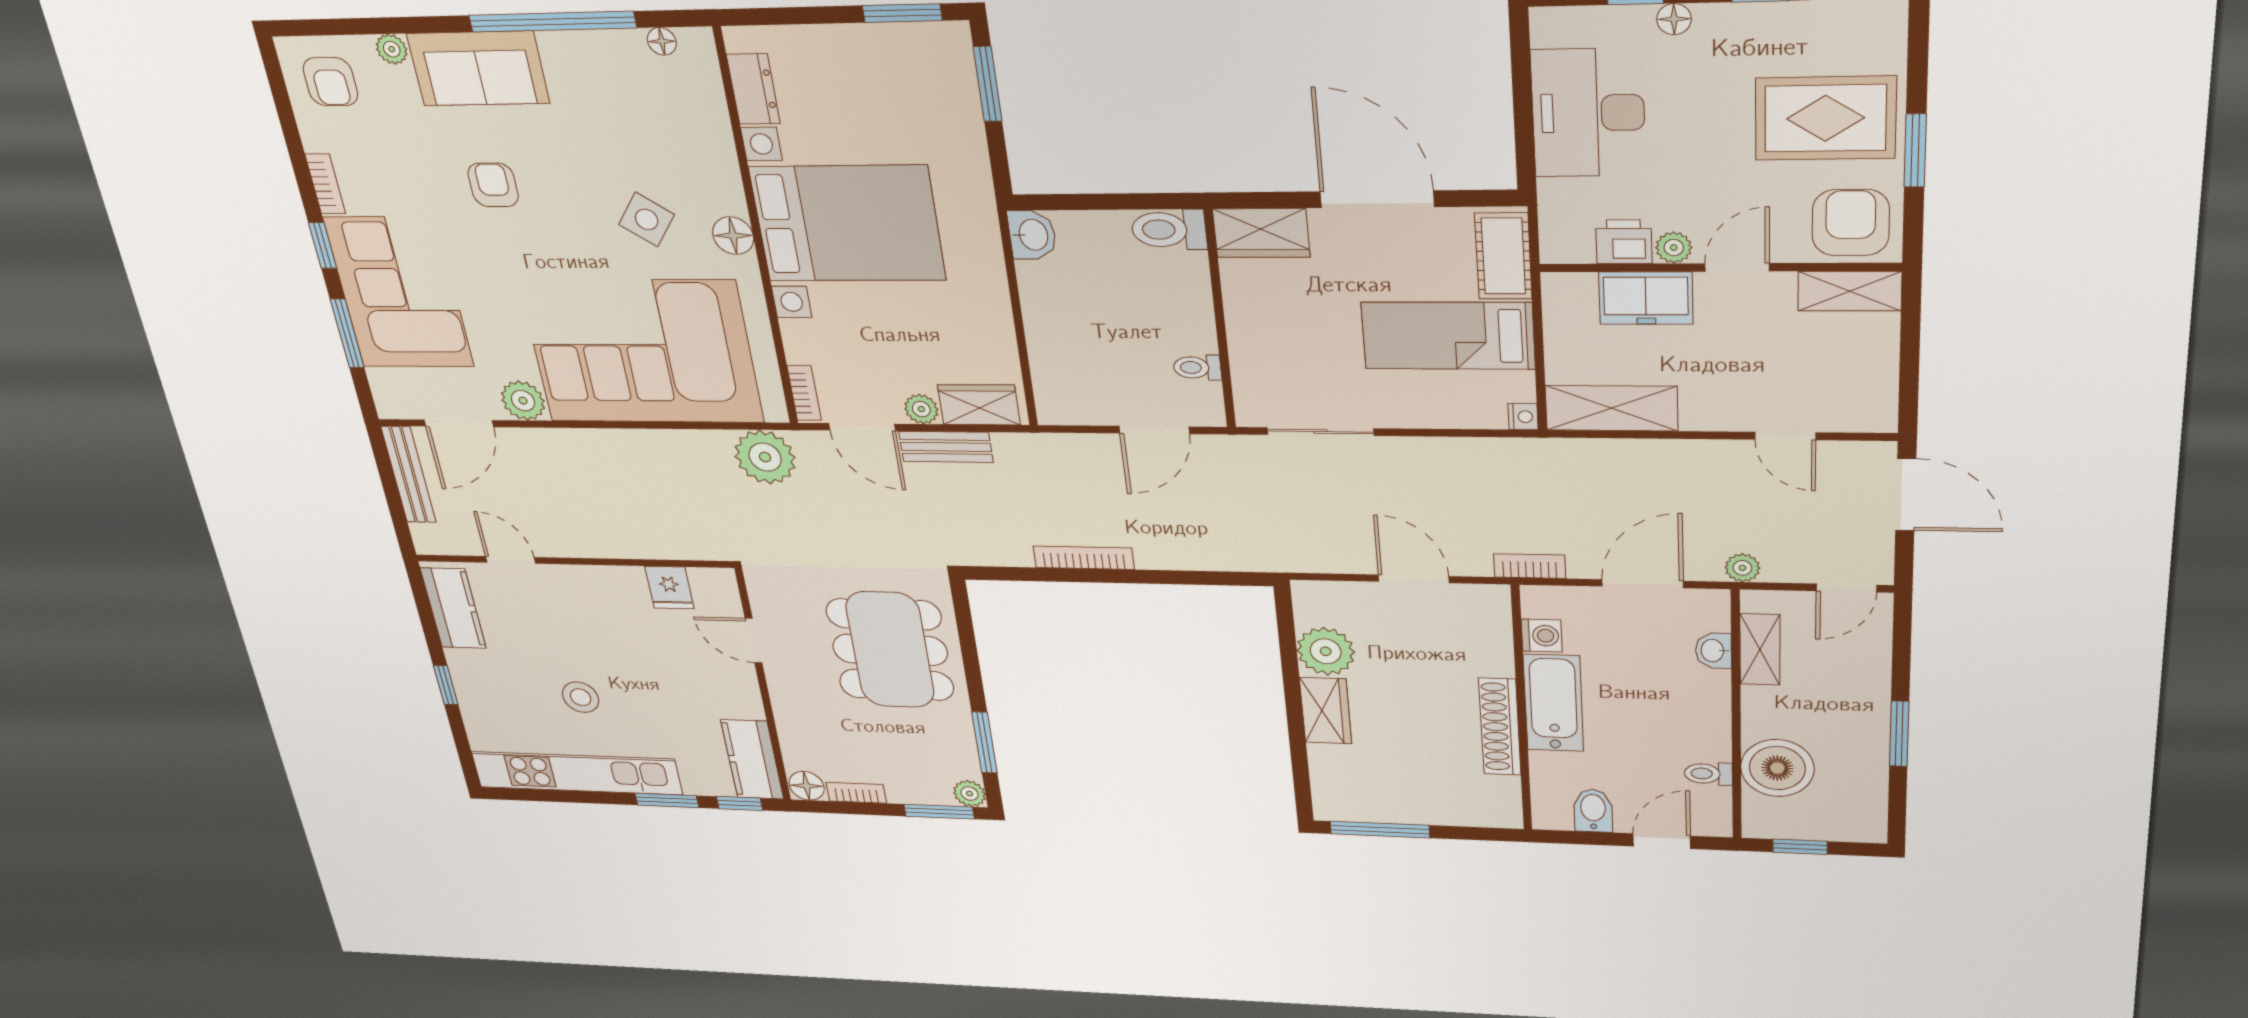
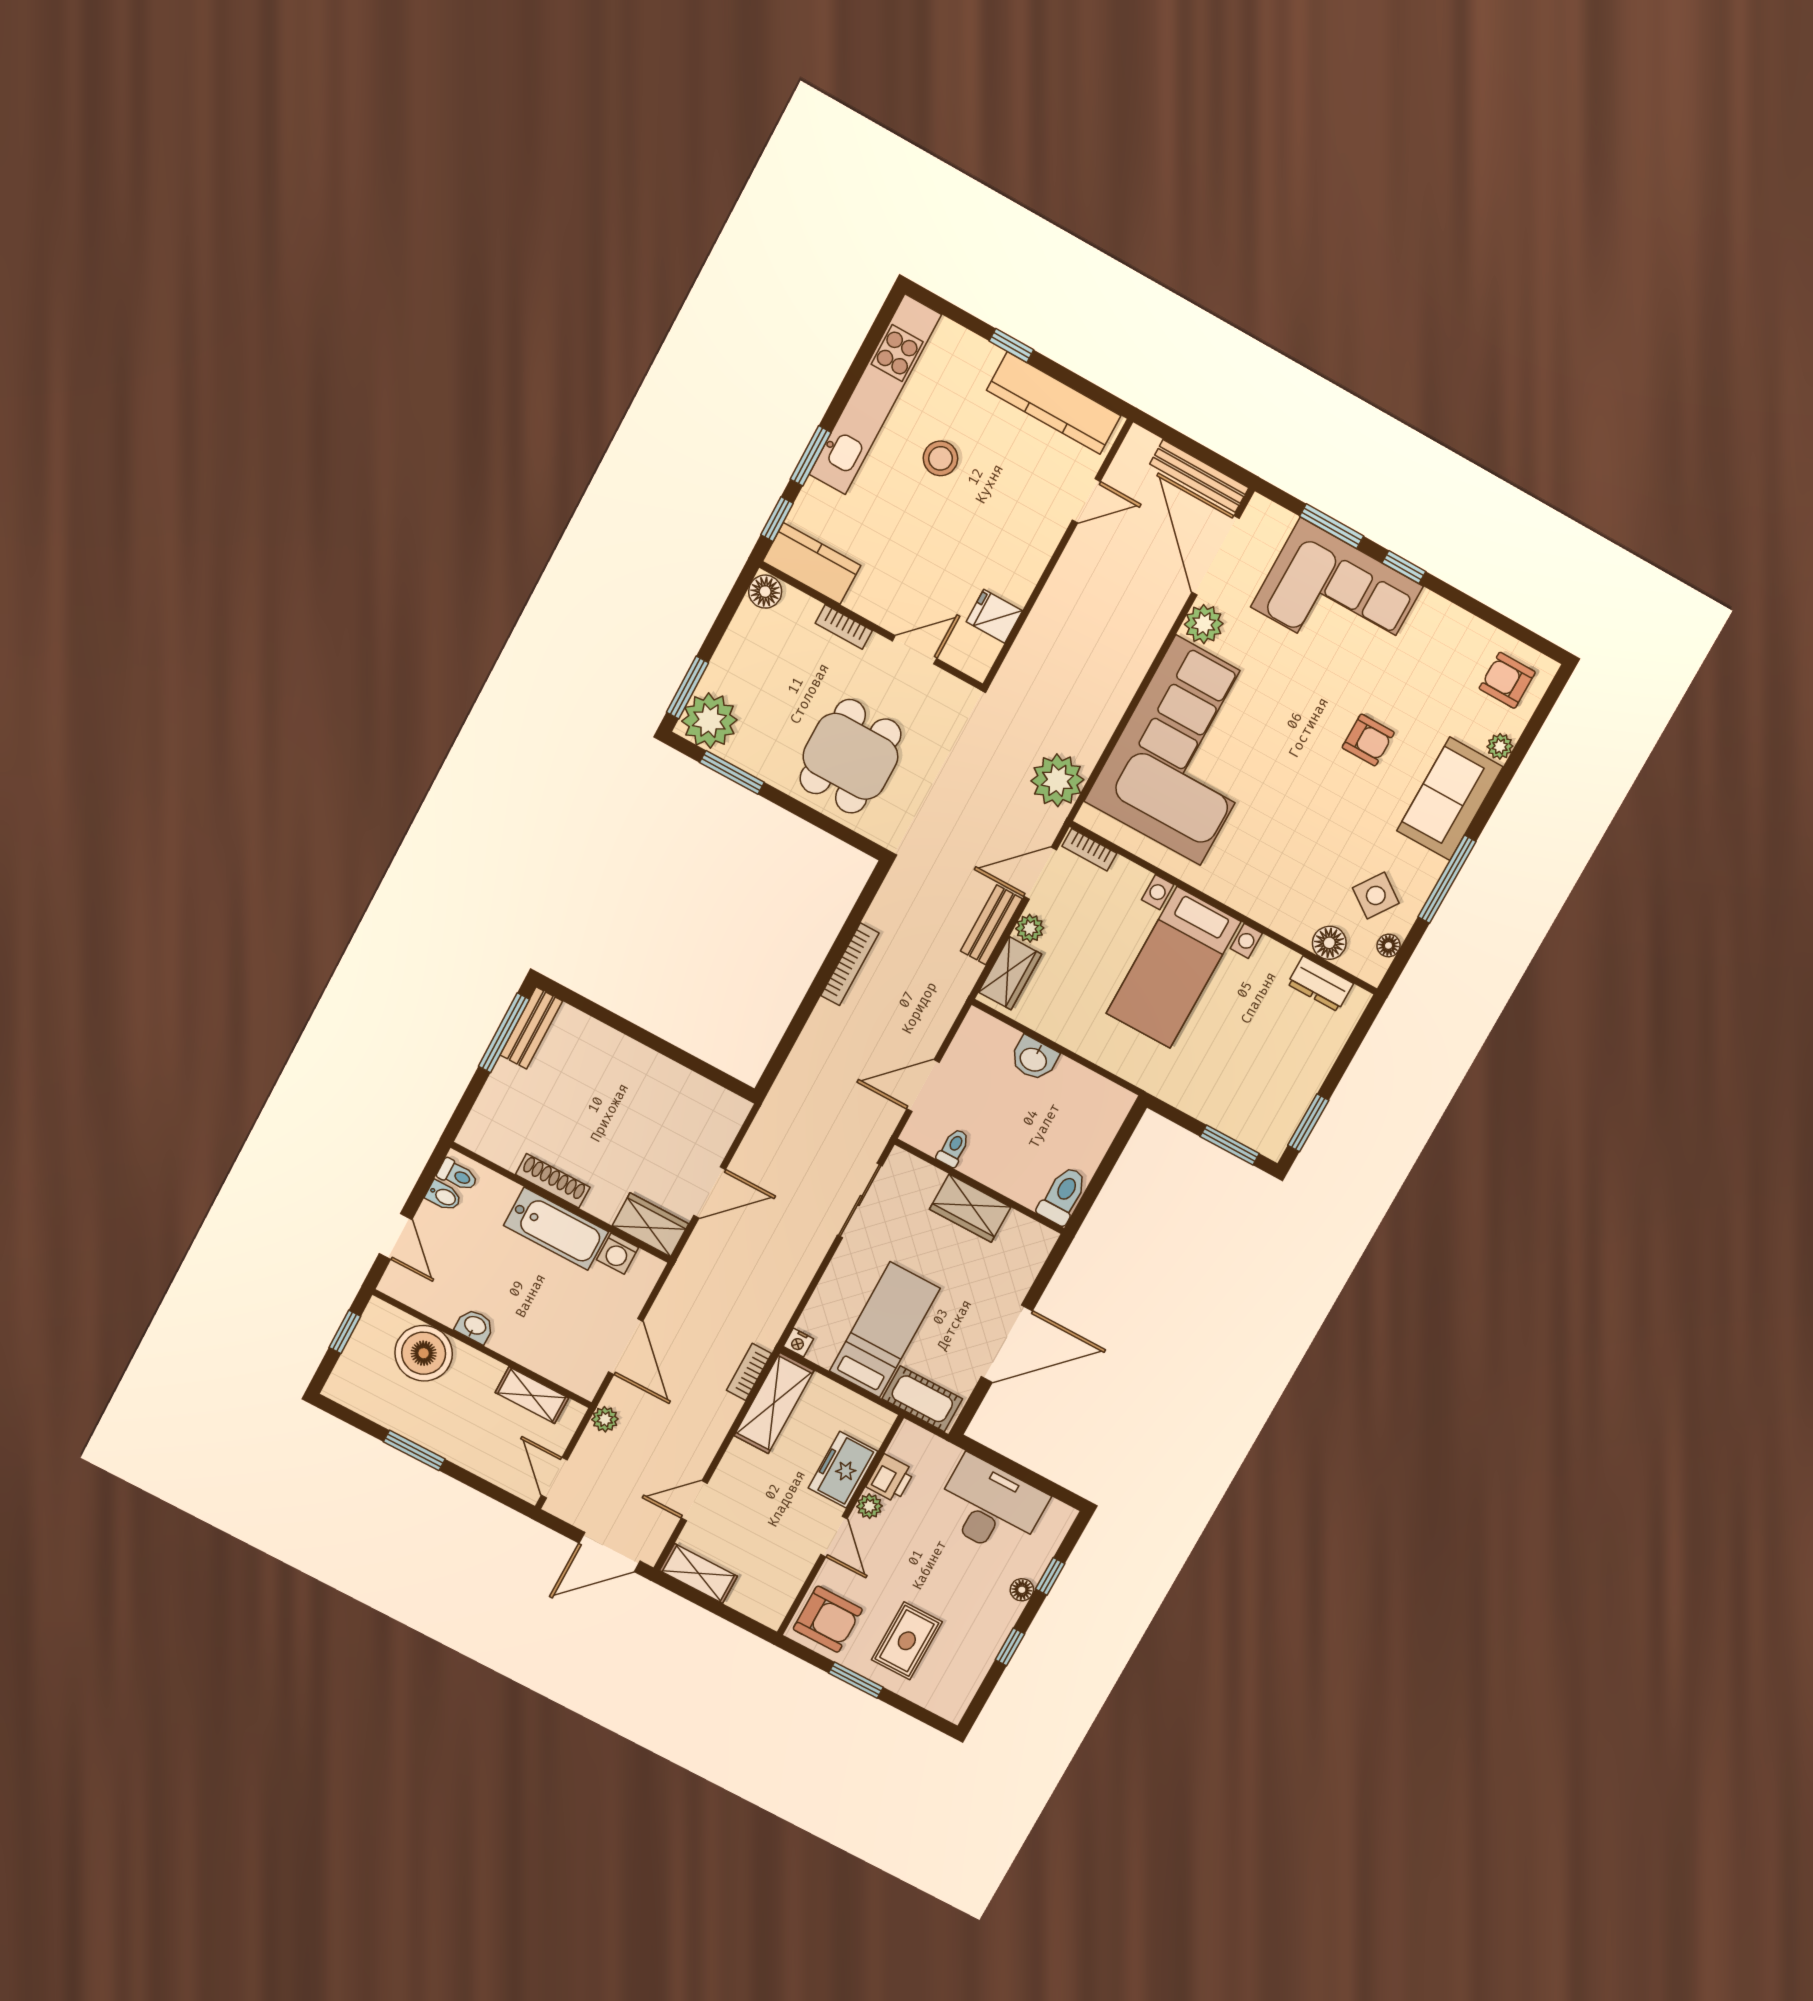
window: (552, 22) -> (1447, 879), width x0.68
rug: (1825, 118) -> (907, 1641), width x0.73, depth x0.70
bookcase: (325, 184) -> (1444, 611), removed
side table: (647, 219) -> (1376, 895), moved
bed with nightstands: (847, 224) -> (1173, 967), width x0.73
wardrobe: (1261, 233) -> (970, 1208), moved, turned -90
washbasin: (1032, 235) -> (1034, 1059), moved
floor lamp: (733, 236) -> (1329, 943), moved
shelving: (1850, 291) -> (698, 1573), moved, turned 90
door: (459, 423) -> (1215, 555), width x1.36
door: (1154, 430) -> (923, 1086), hinge flipped
bookcase: (1530, 566) -> (749, 1372), moved, turned 180
kitchen counter: (453, 608) -> (1054, 403), width x1.50
dining table: (890, 650) -> (850, 756), width x0.73
plant: (1326, 651) -> (681, 1092), removed
washbasin: (1713, 651) -> (475, 1326), moved
wardrobe: (1326, 711) -> (650, 1225), moved, turned 180
shoe rack: (1500, 727) -> (553, 1181), width x0.74, depth x0.81
toilet: (1708, 774) -> (458, 1175), moved, turned 90
bookcase: (856, 793) -> (844, 627), moved, turned 90
plant: (970, 794) -> (709, 721), width x1.88, depth x1.88
bench: (1358, 808) -> (531, 1028), added
bidet: (1593, 811) -> (444, 1196), width x0.72, depth x0.74

